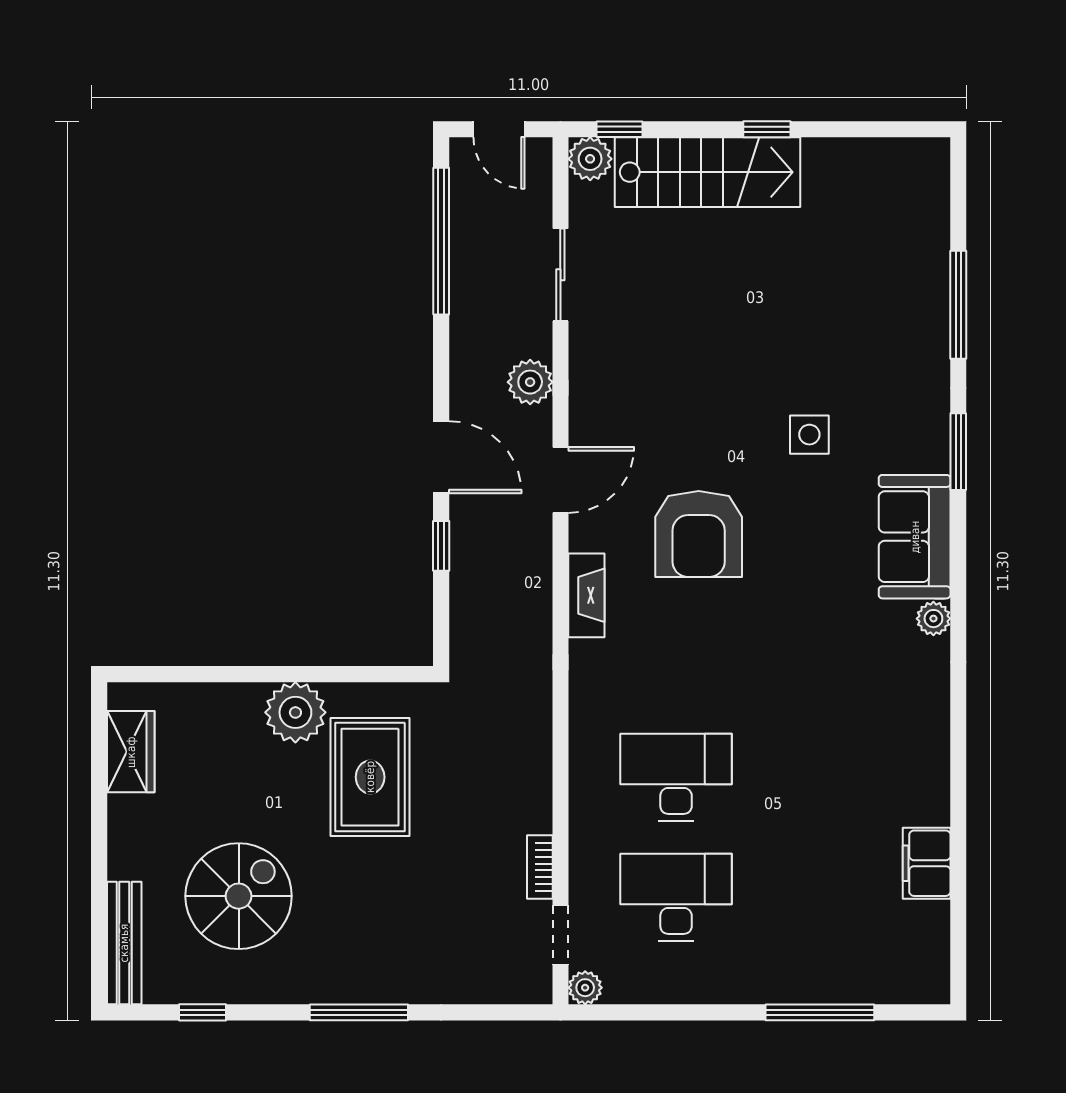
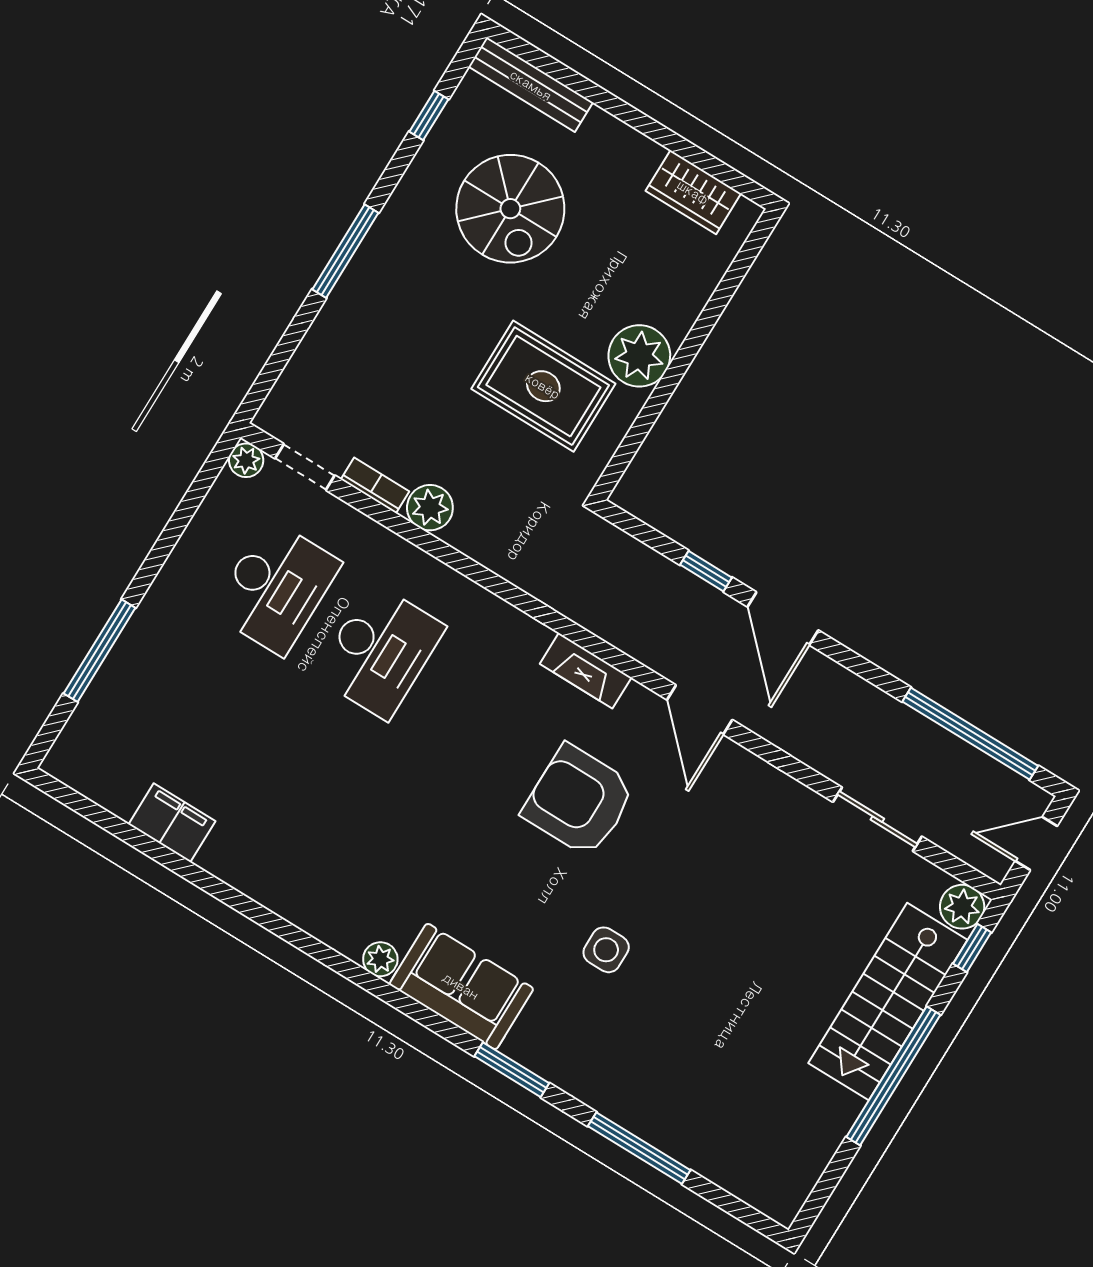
window: (767, 129) -> (893, 1076), width x3.17
plant: (530, 382) -> (430, 508), moved
door: (441, 457) -> (783, 618), hinge flipped

